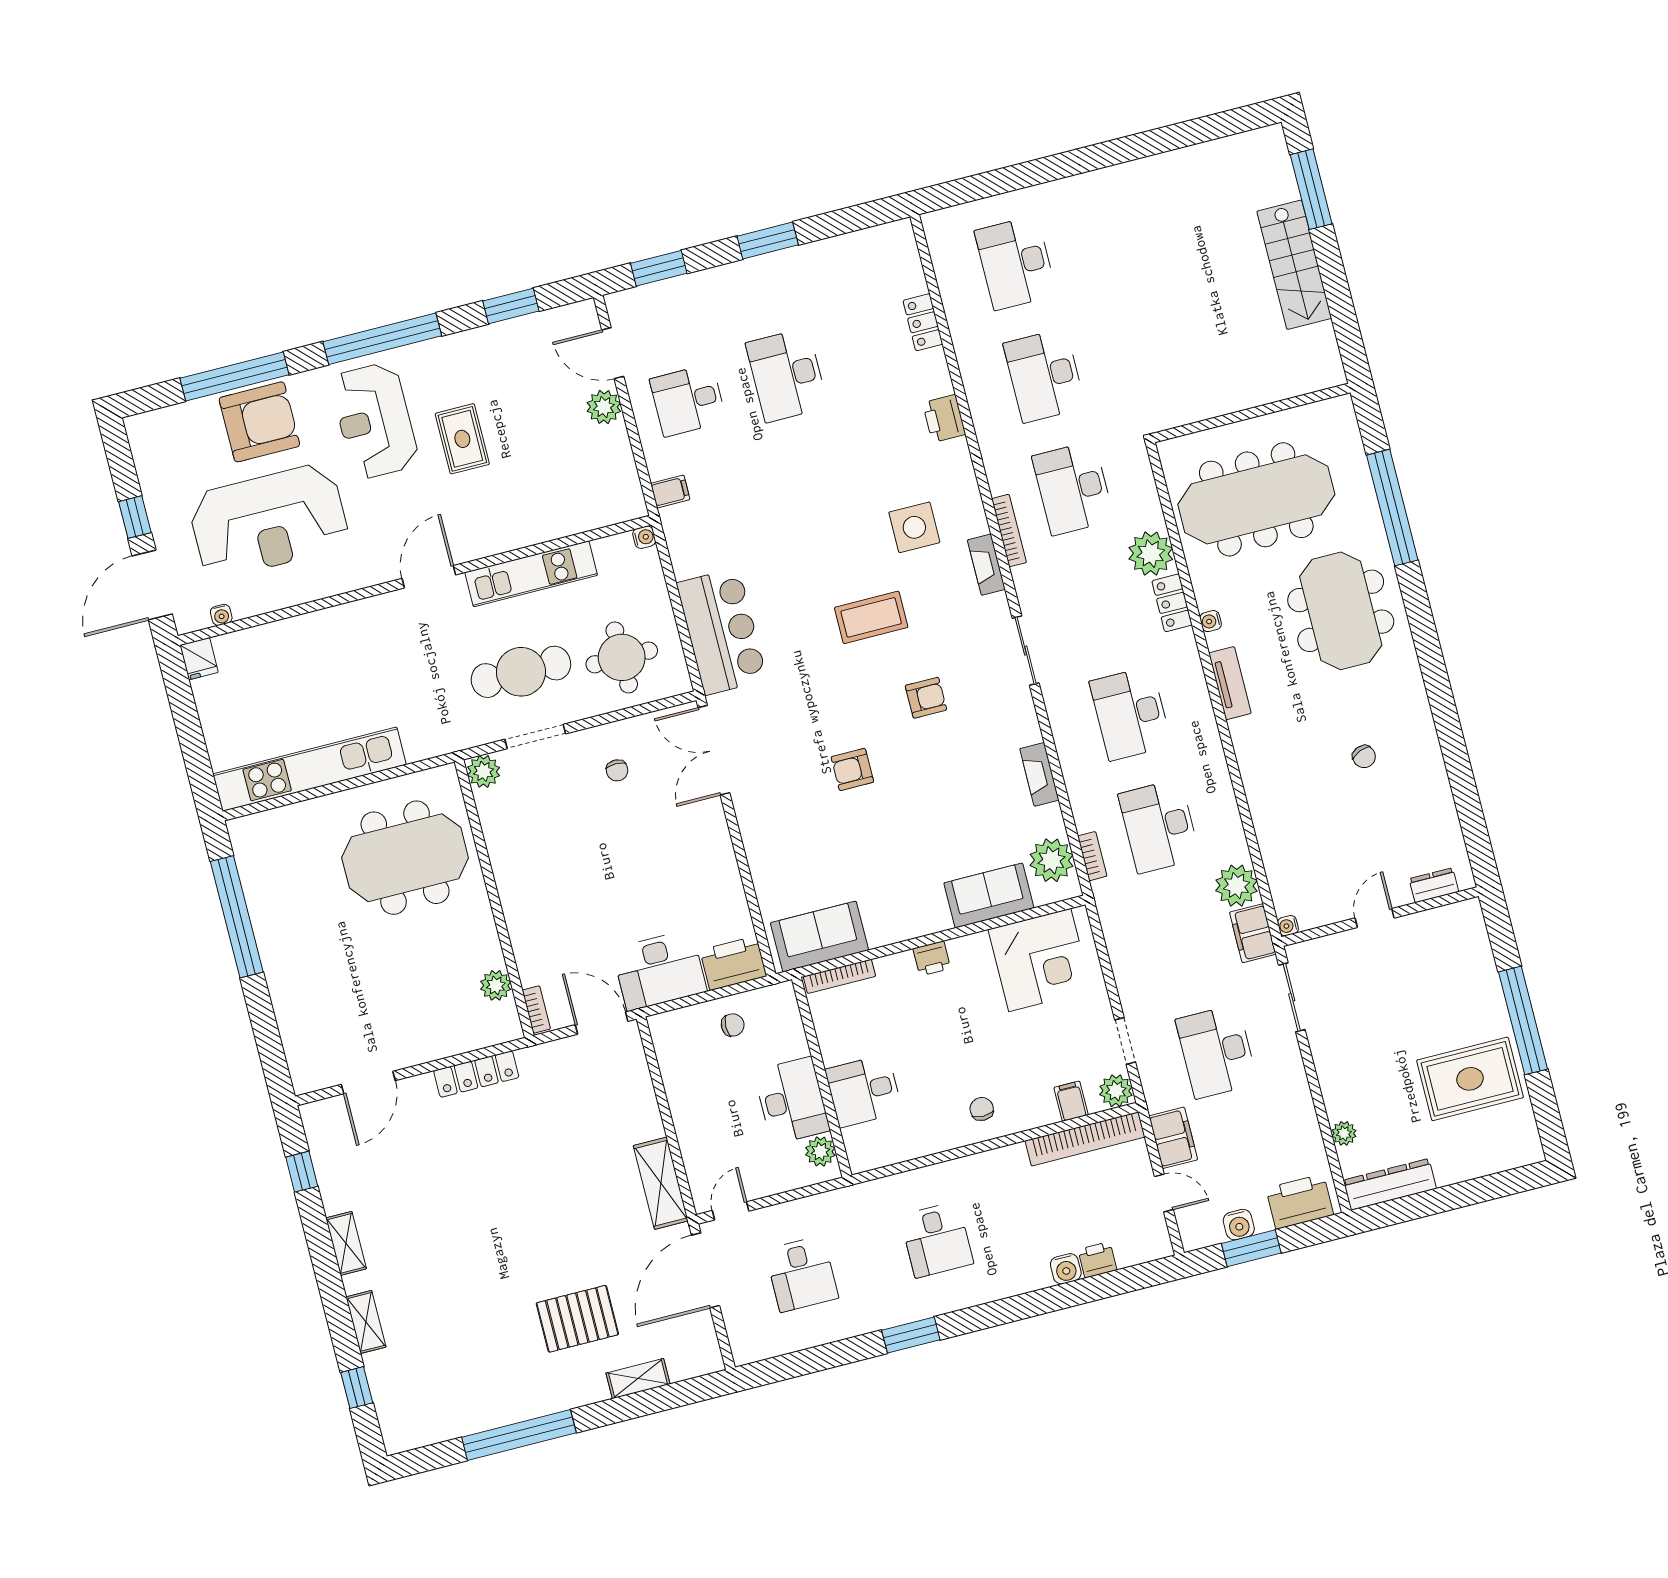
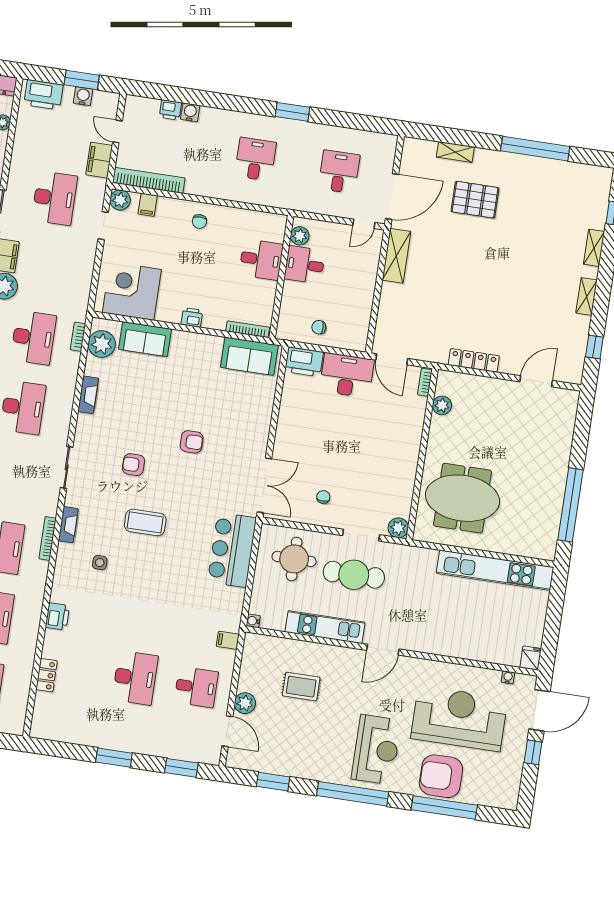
rug: (462, 439) -> (301, 687), moved, turned 90
side table: (914, 527) -> (100, 563), width x0.54, depth x0.54
desk: (792, 1101) -> (305, 265), width x0.73

